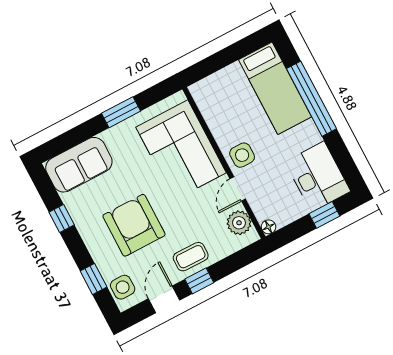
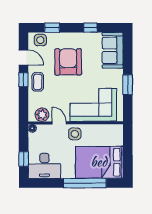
bed: (275, 88) -> (99, 162), width x1.50
armchair: (134, 225) -> (68, 62), turned -90

